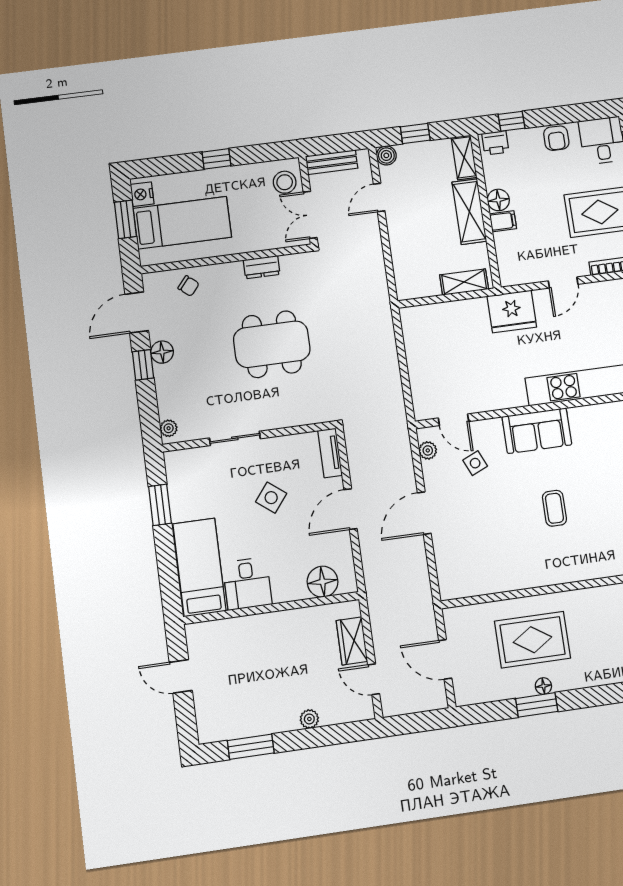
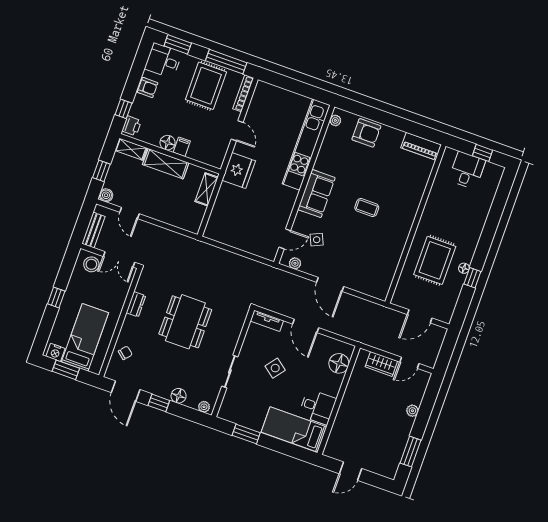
floor lamp: (162, 352) -> (179, 396), moved
window: (537, 705) -> (472, 278), width x0.67

